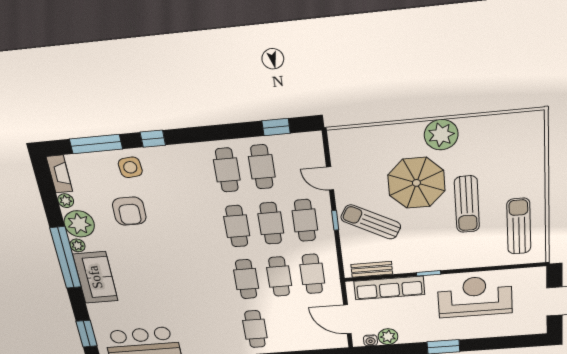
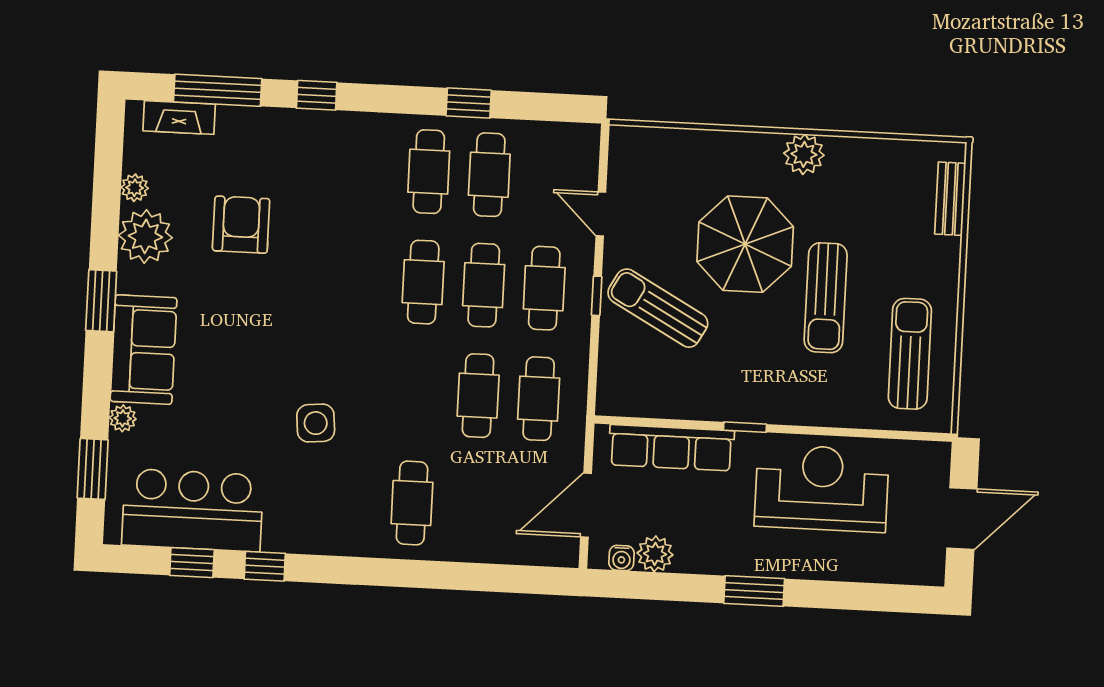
window: (276, 127) -> (469, 103), moved
plant: (441, 135) -> (804, 154), width x0.73, depth x0.73
side table: (130, 167) -> (316, 423), moved
fireplace: (59, 174) -> (179, 117), moved, turned 90
armchair: (129, 211) -> (241, 225), turned 180
plant: (77, 245) -> (123, 418), moved
window: (66, 258) -> (101, 301), width x0.47
bench: (372, 269) -> (950, 199), moved, turned 90
cafe table: (246, 279) -> (418, 393), removed
door: (347, 319) -> (586, 505), hinge flipped

